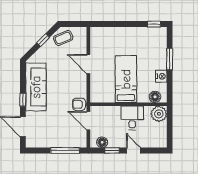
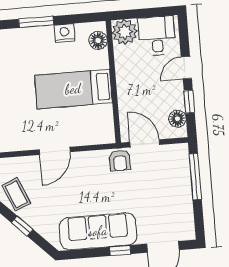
desk: (132, 118) -> (157, 36), moved, turned 90
door: (88, 121) -> (145, 143), swing flipped

